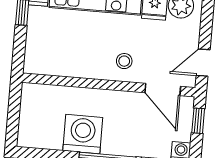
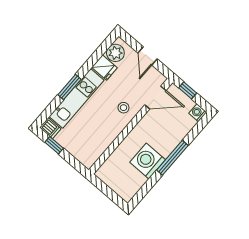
door: (203, 63) -> (147, 56), moved

